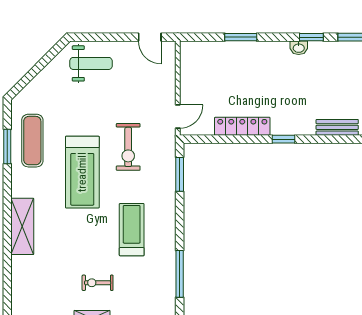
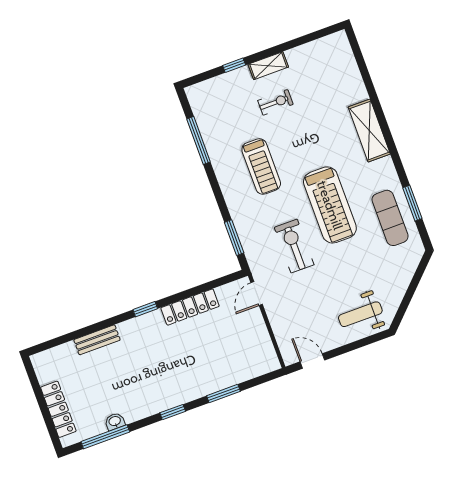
window: (311, 37) -> (173, 412), moved
washbasin: (299, 48) -> (115, 421), moved
treadmill: (82, 172) -> (330, 205), turned 180

